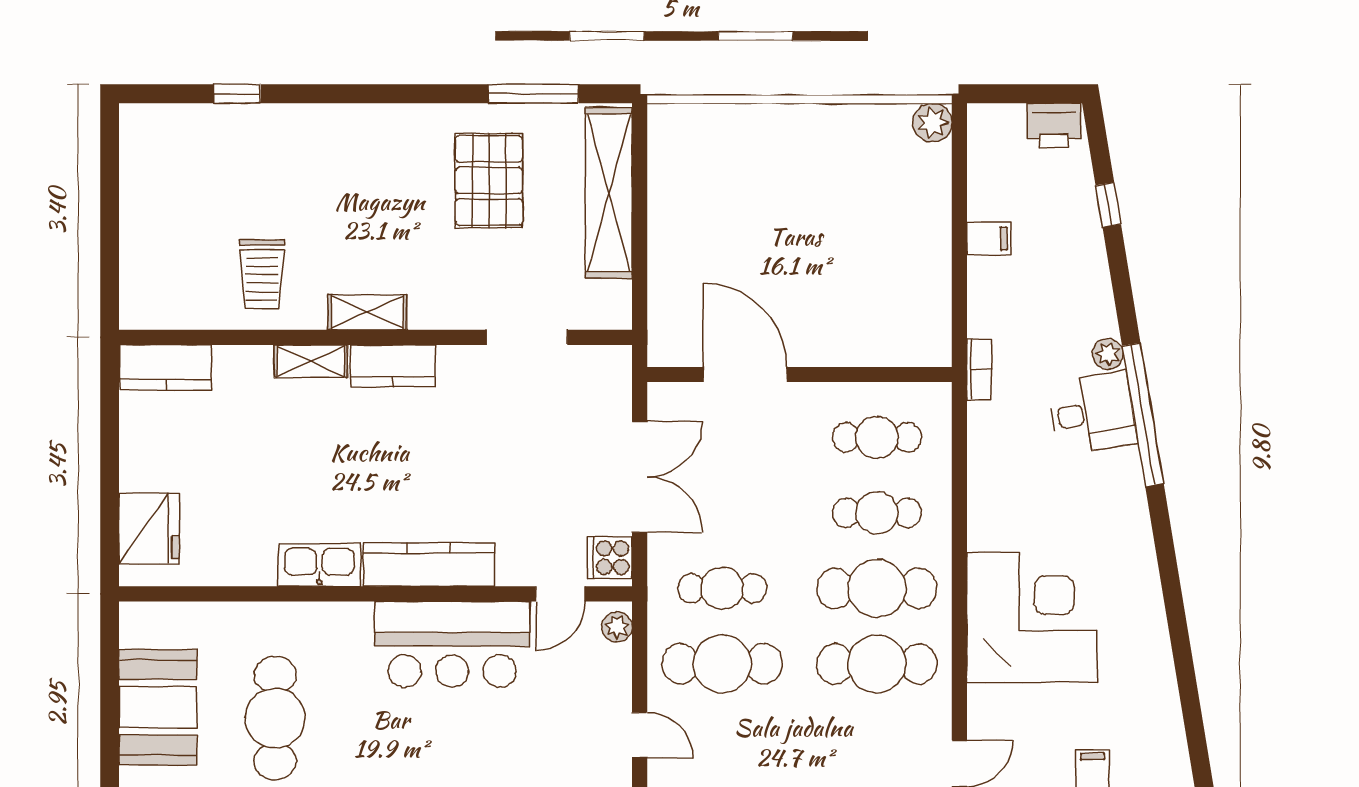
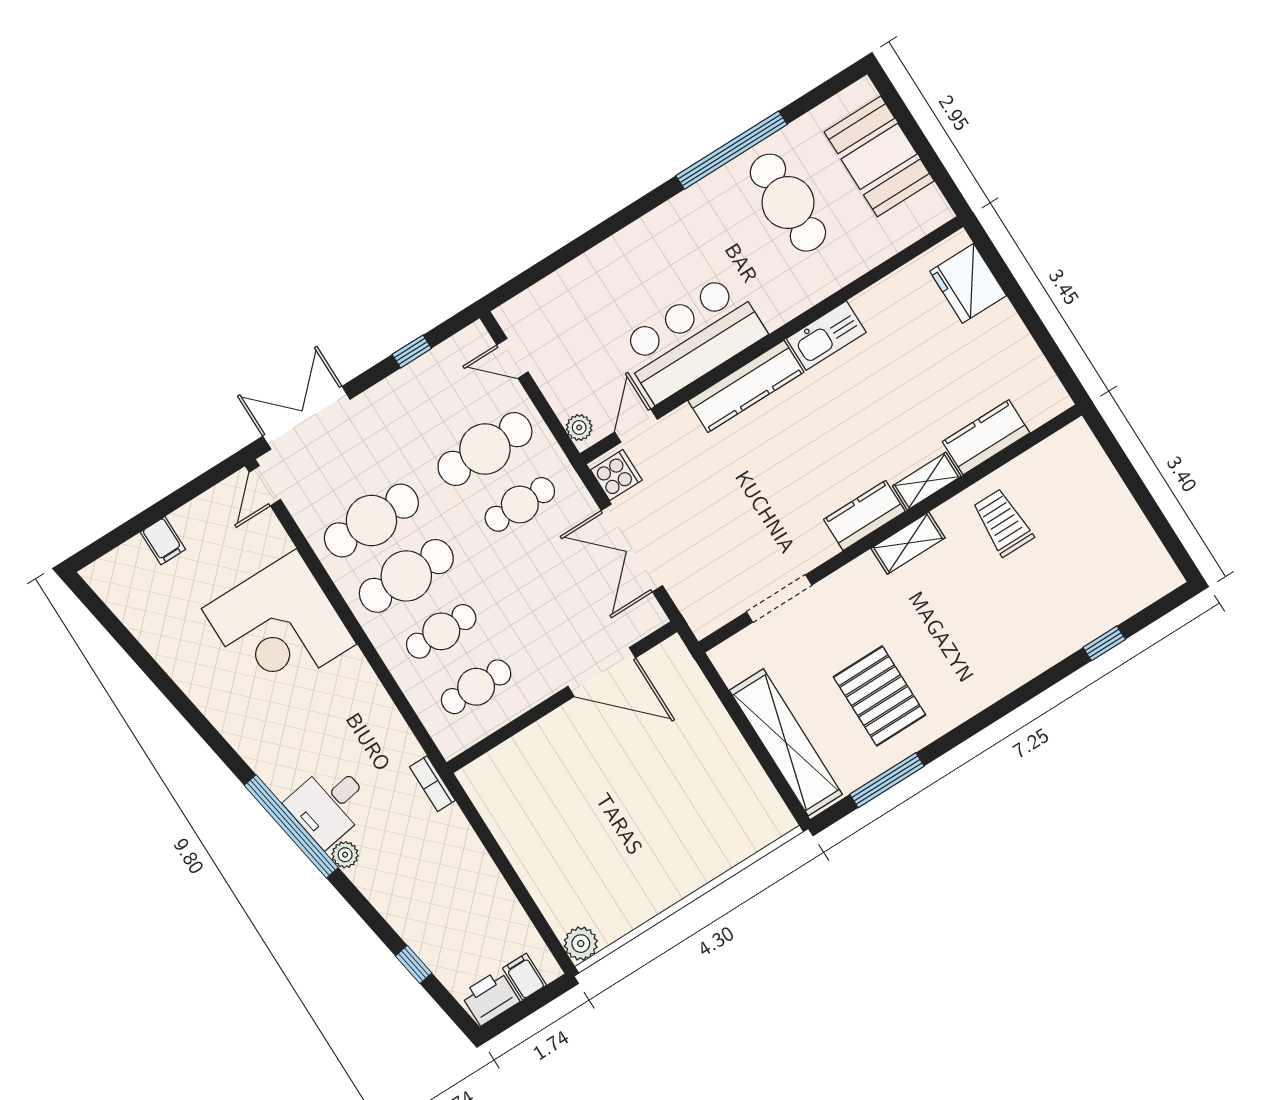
filing cabinet: (989, 239) -> (524, 977), moved, turned 90
kitchen counter: (166, 367) -> (986, 437), moved

